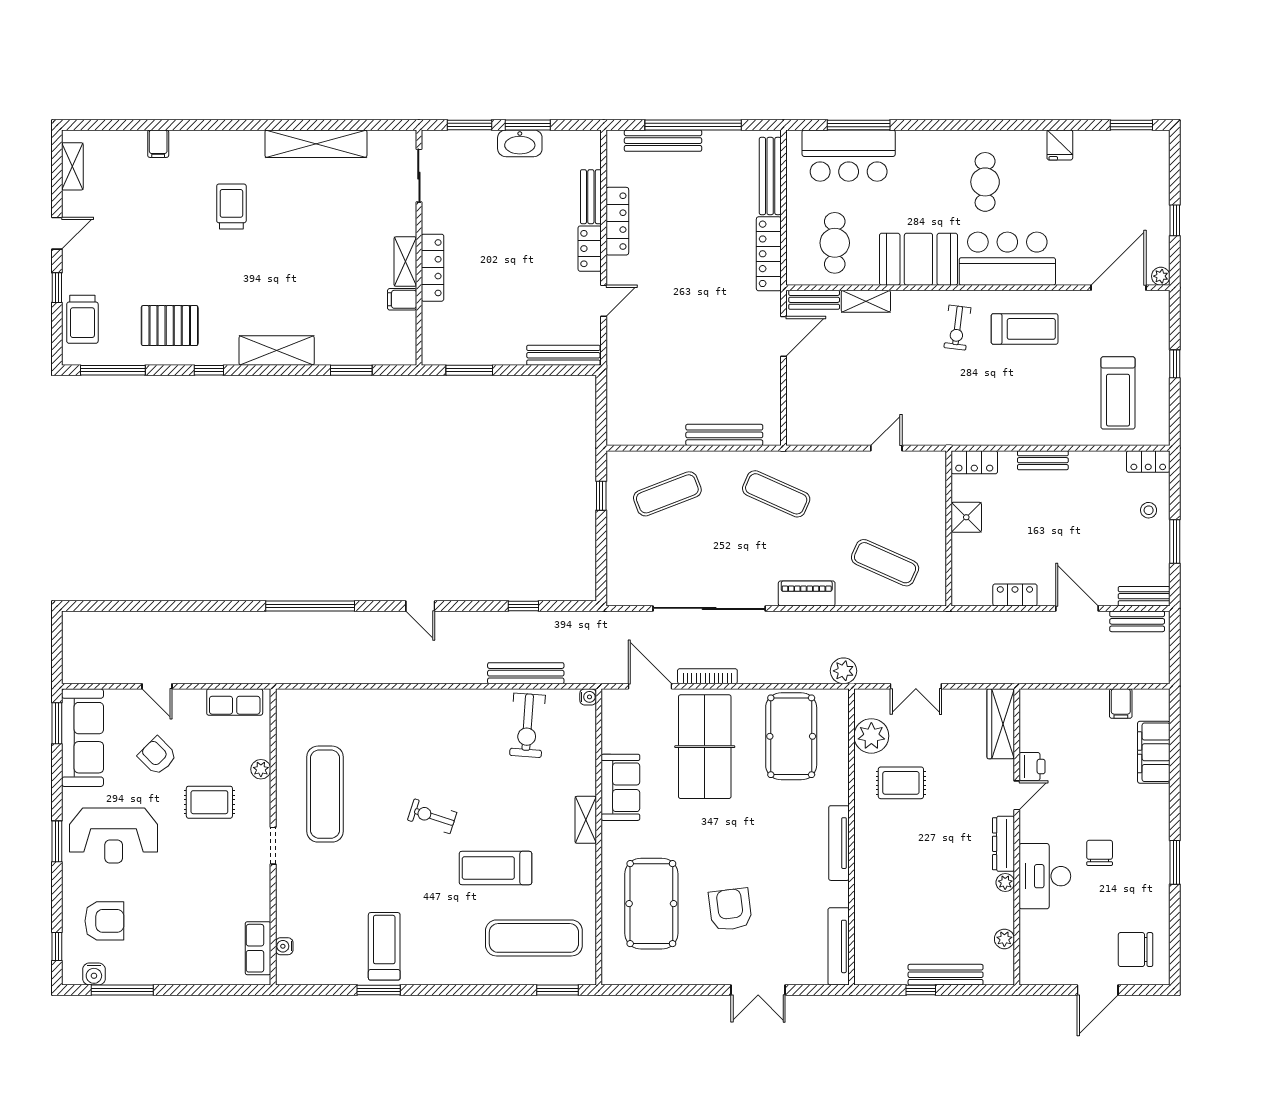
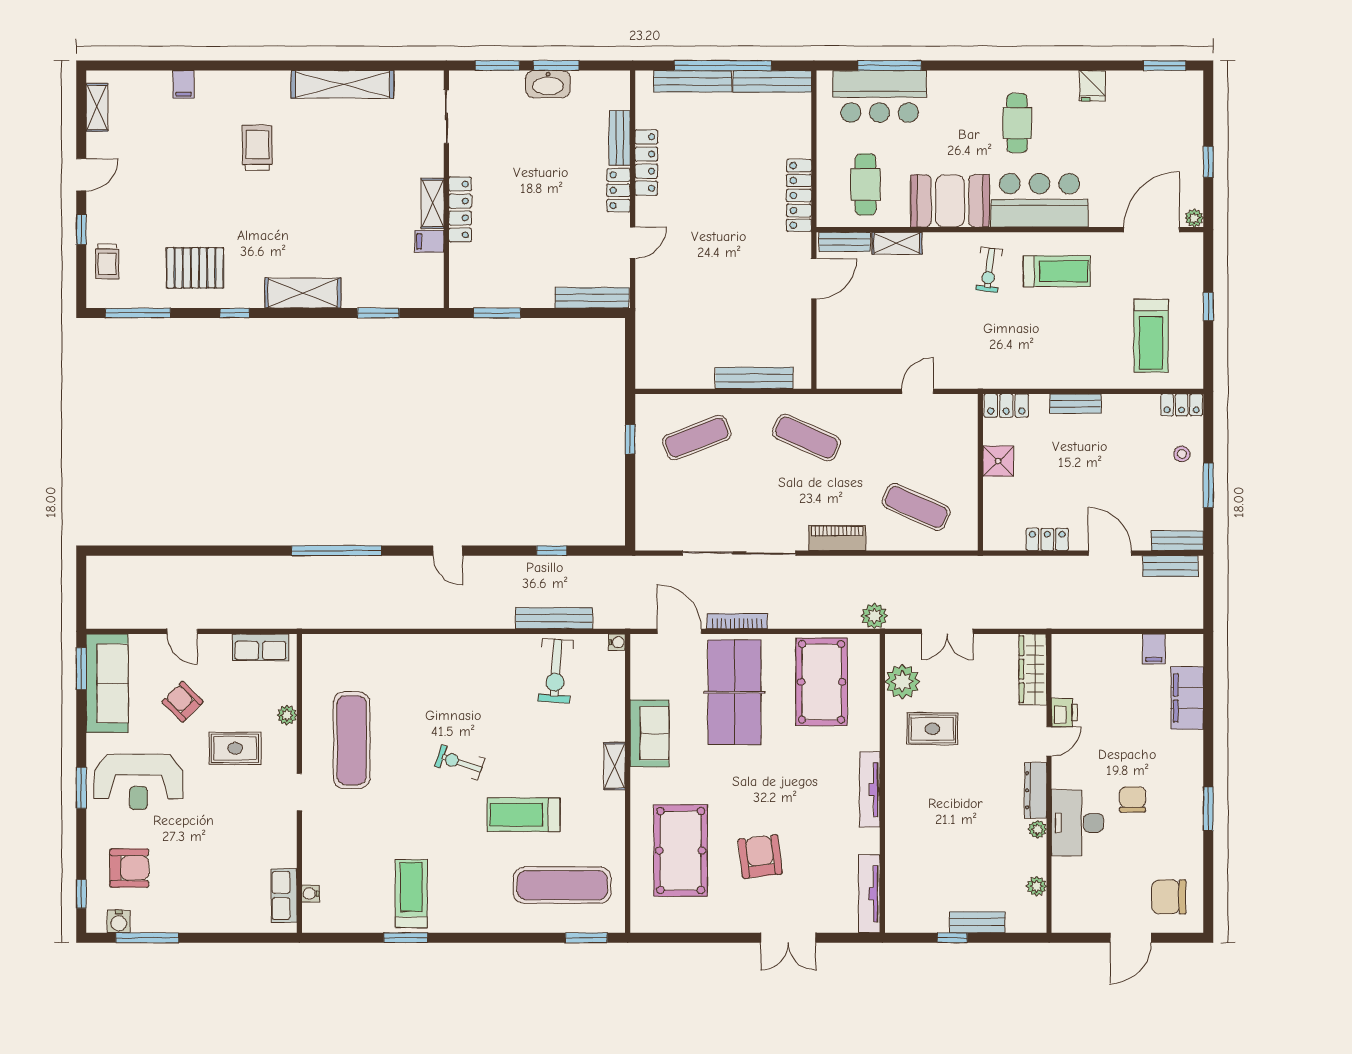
bench: (770, 176) -> (772, 81), moved, turned 90
trolley: (82, 319) -> (107, 261), width x0.73, depth x0.72
bench: (946, 975) -> (977, 922), width x0.73

